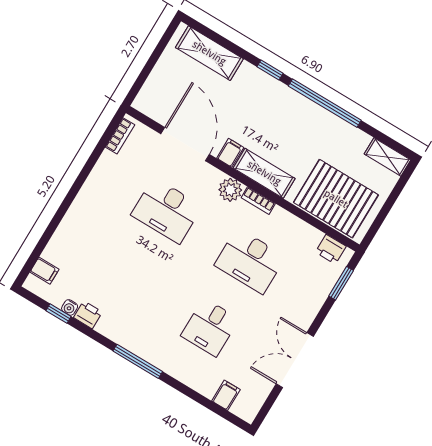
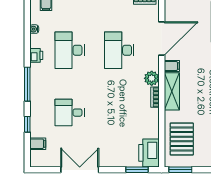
pallet: (336, 199) -> (182, 139), width x0.73, depth x0.71
window: (376, 225) -> (180, 170), added
printer: (331, 249) -> (149, 153), width x1.87, depth x1.48
desk: (250, 261) -> (70, 50), moved
window: (59, 314) -> (27, 124), moved
printer: (88, 315) -> (36, 55), moved

